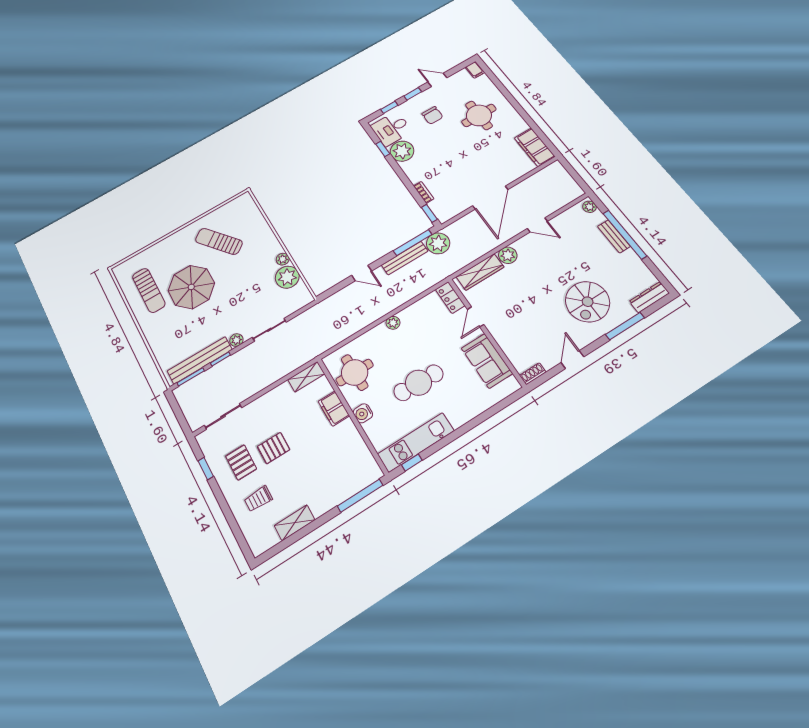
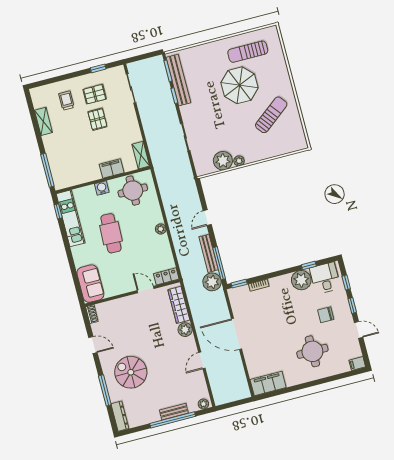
door: (437, 80) -> (359, 330), hinge flipped
plant: (236, 340) -> (185, 111), removed
sofa: (487, 361) -> (90, 284), moved, turned 90

